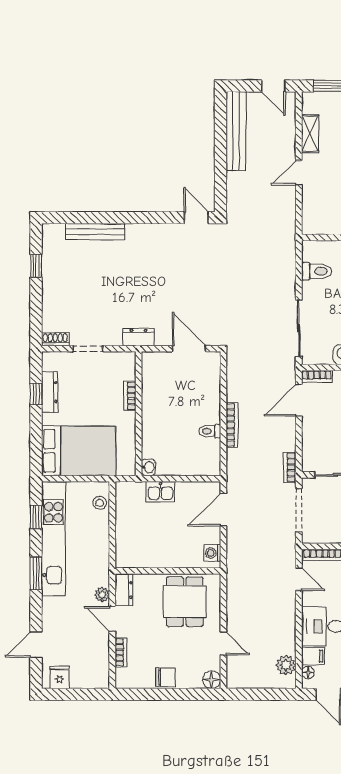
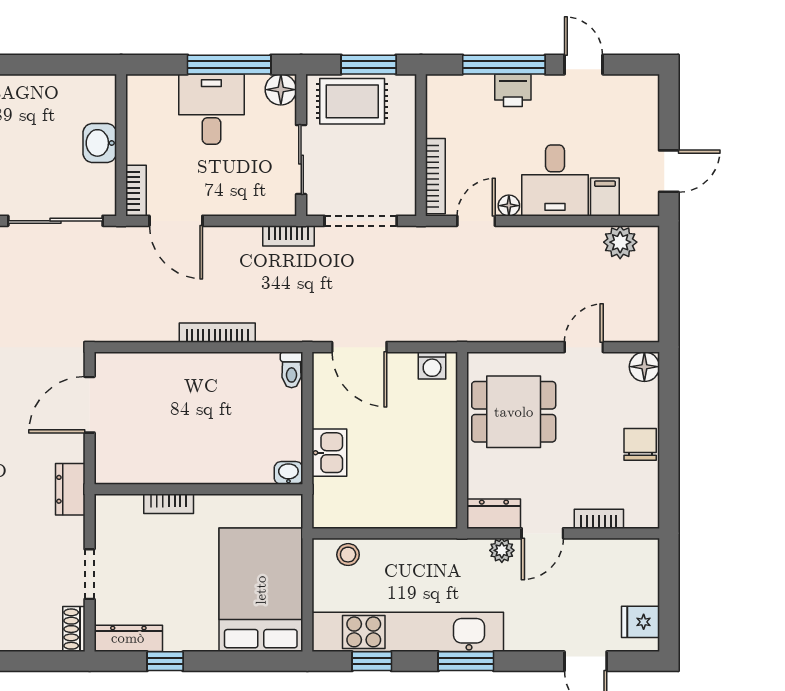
dresser: (50, 392) -> (128, 638), moved
toilet: (210, 431) -> (292, 370), moved
floor lamp: (308, 672) -> (509, 206), moved

